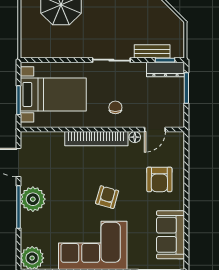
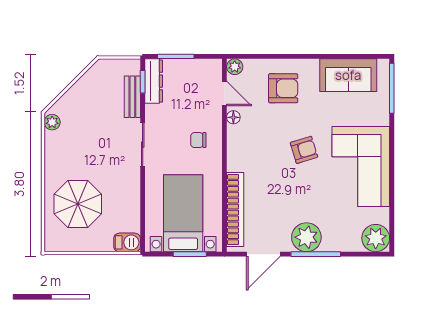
barbecue: (28, 47) -> (127, 242), added
plant: (178, 138) -> (235, 67), added
bookcase: (96, 139) -> (235, 210), moved
armchair: (107, 197) -> (304, 150), turned 147

